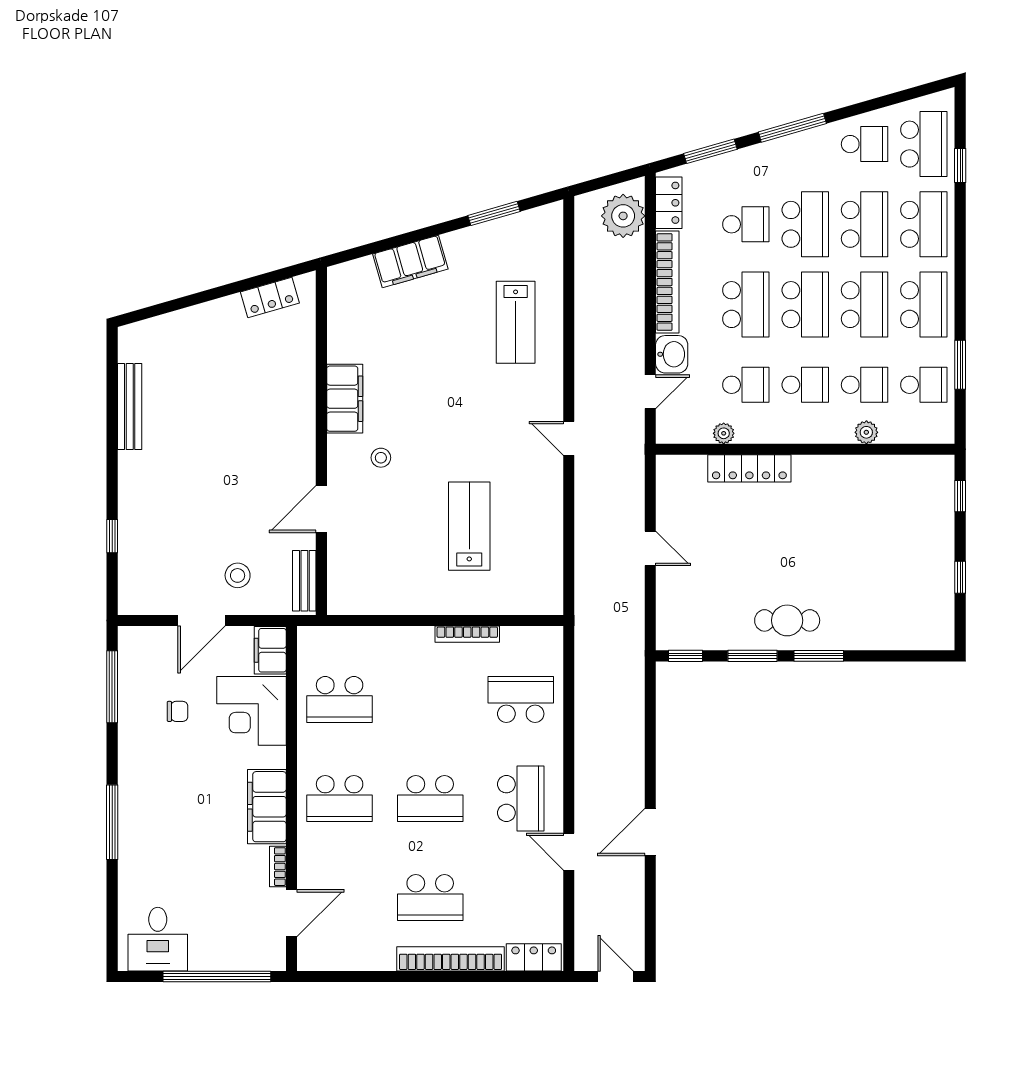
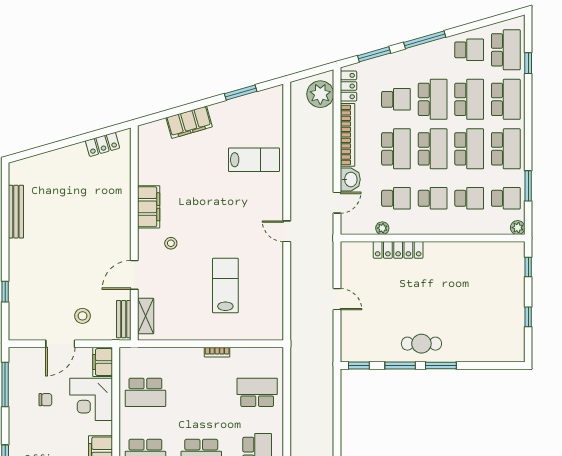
lab bench: (516, 322) -> (254, 160), turned -90
plant: (866, 432) -> (518, 228), moved
shelving: (340, 576) -> (146, 316), added
bookcase: (467, 634) -> (217, 352), width x0.64

